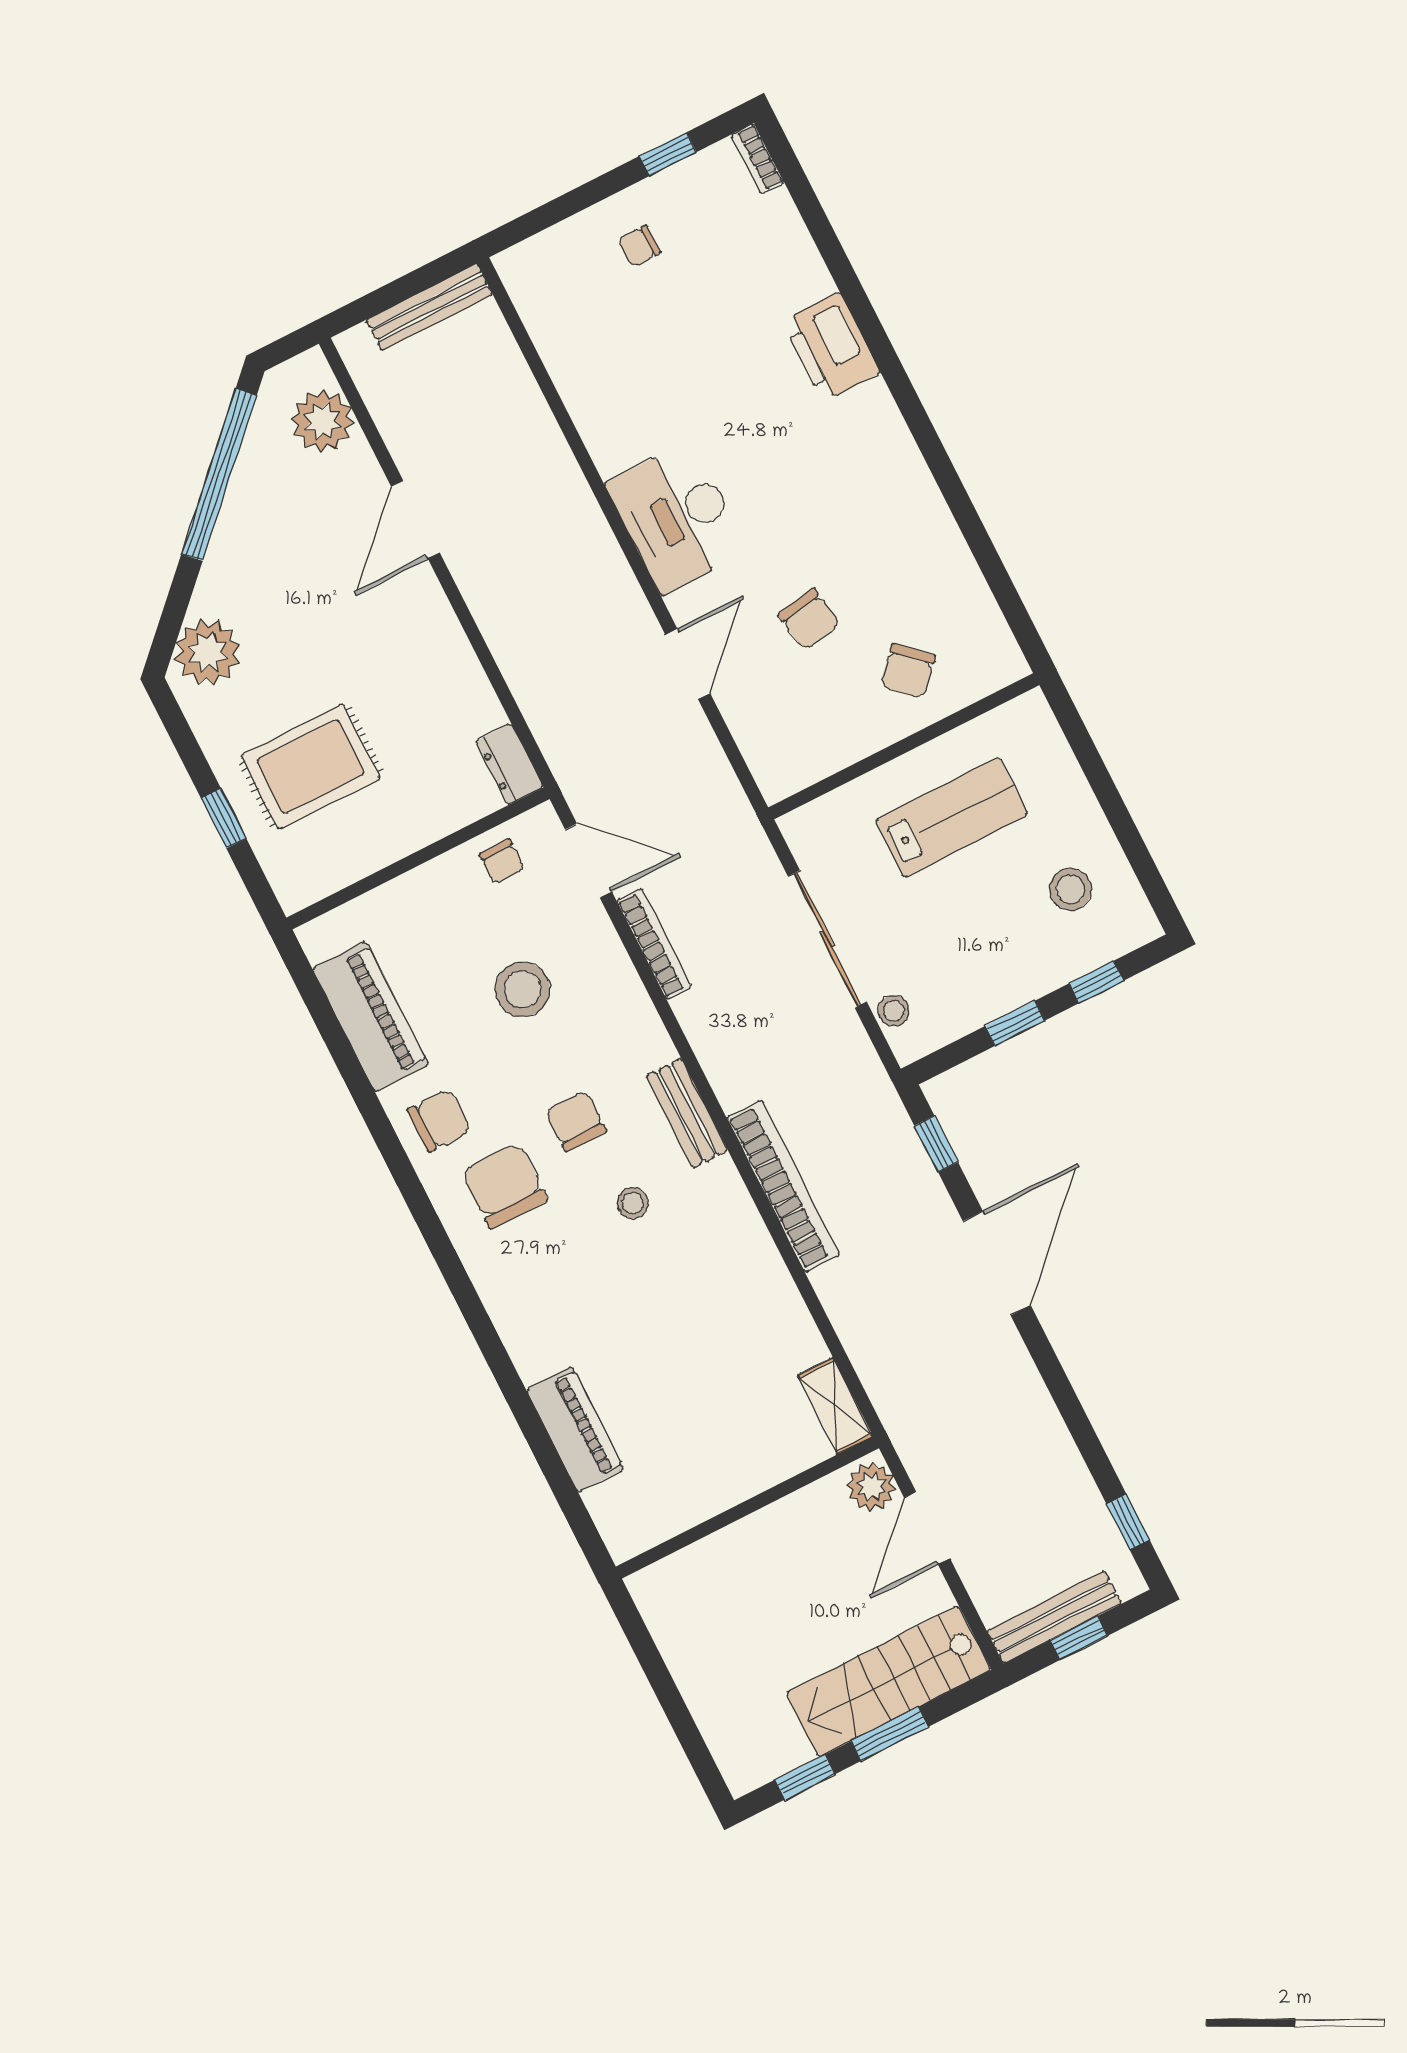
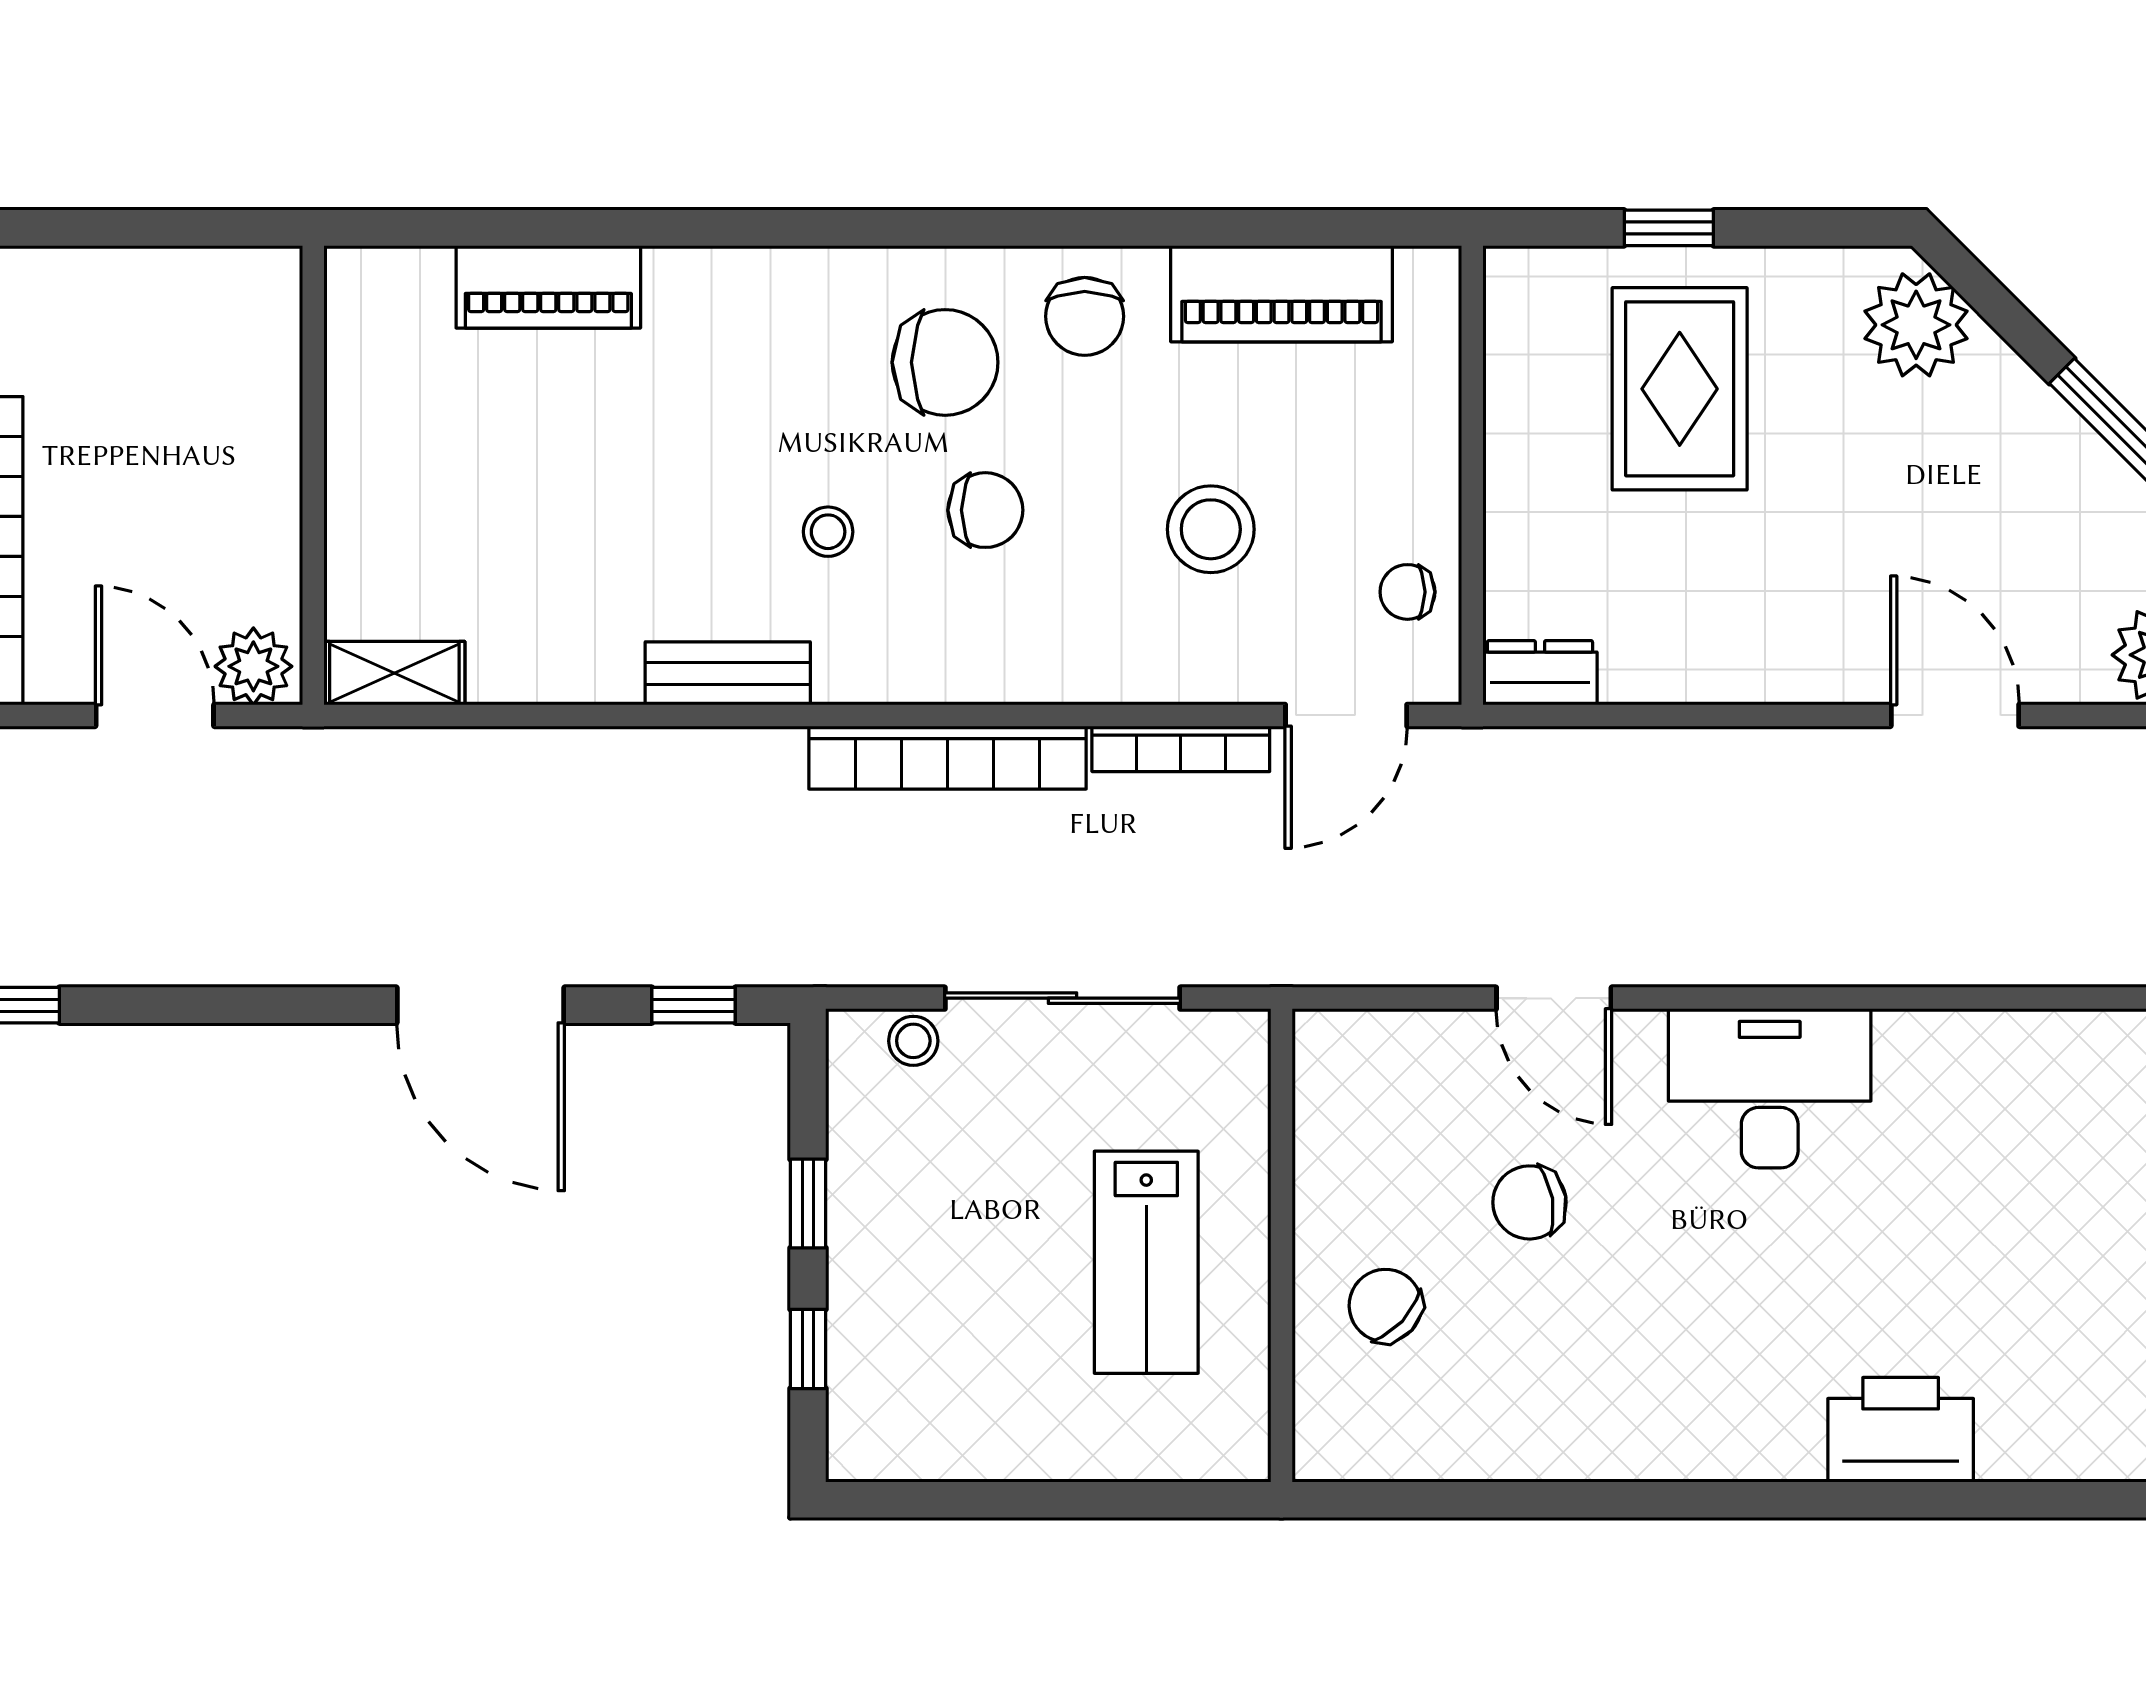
stool: (1070, 889) -> (958, 1379), removed
bench: (687, 1113) -> (728, 673), moved
bookcase: (783, 1186) -> (947, 758), moved

